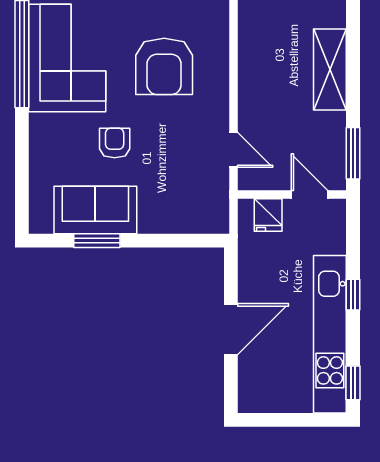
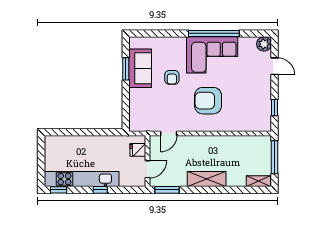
armchair: (115, 143) -> (172, 77), turned 90
door: (231, 329) -> (84, 132), removed

